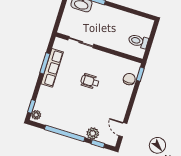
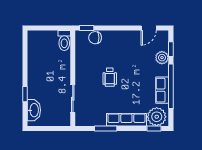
toilet: (138, 41) -> (64, 41), moved
row of seats: (52, 68) -> (126, 120), moved
plant: (36, 115) -> (157, 117), width x1.87, depth x1.87
row of seats: (64, 125) -> (162, 90), added

